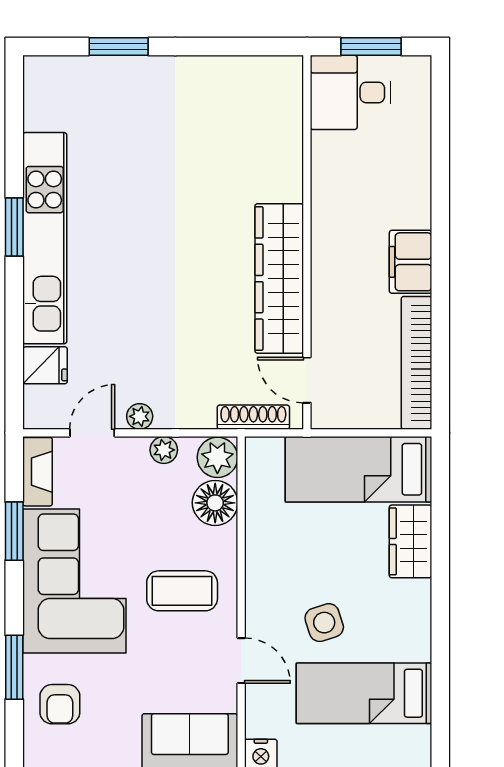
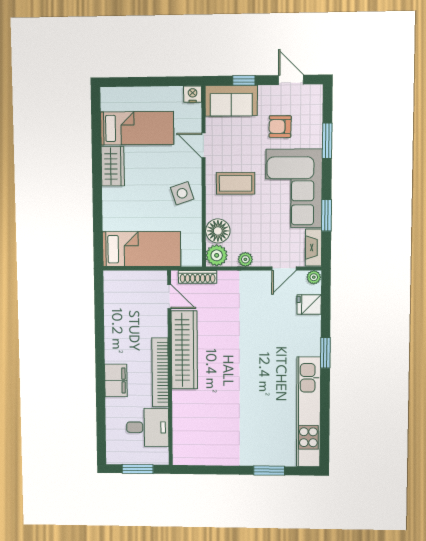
desk: (351, 92) -> (148, 427), moved
window: (14, 227) -> (325, 353), moved
kitchen unit: (45, 238) -> (309, 412), moved
filing cabinet: (411, 262) -> (116, 380), moved
bookcase: (417, 363) -> (160, 372), moved, turned 180
plant: (140, 416) -> (314, 277), moved
wardrobe: (411, 541) -> (113, 166), moved
side table: (324, 623) -> (182, 193), moved
armchair: (60, 704) -> (280, 127), moved, turned -89

